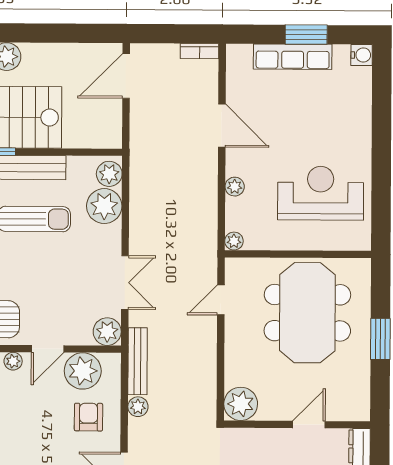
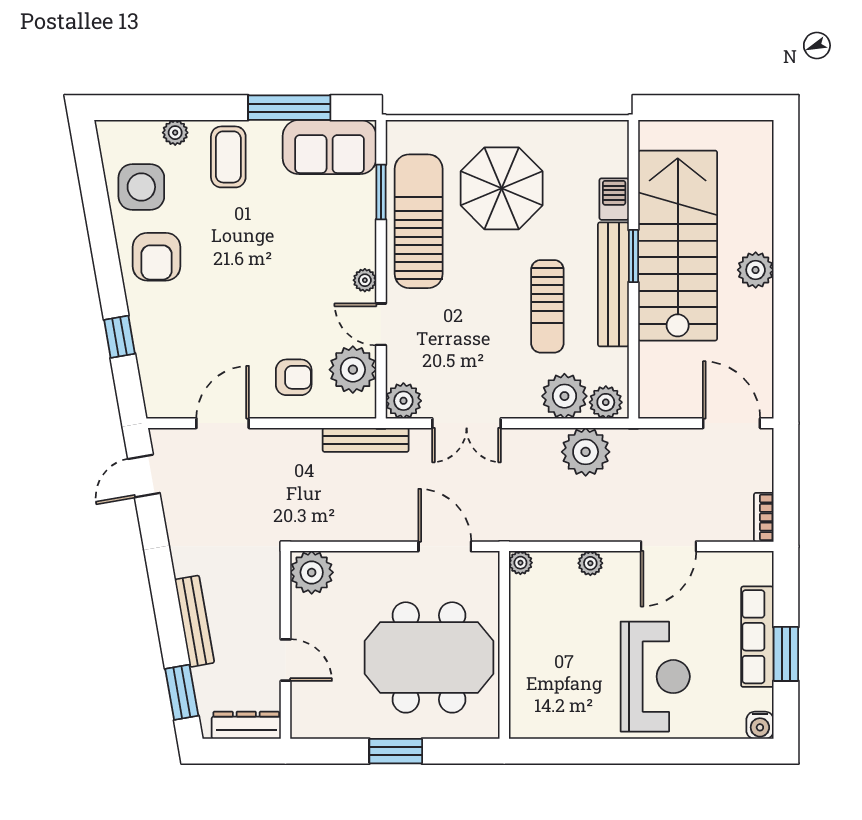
reception desk: (321, 193) -> (655, 677), moved
door: (221, 300) -> (445, 546), width x1.38
plant: (138, 407) -> (586, 452), moved, width x1.88, depth x1.88

